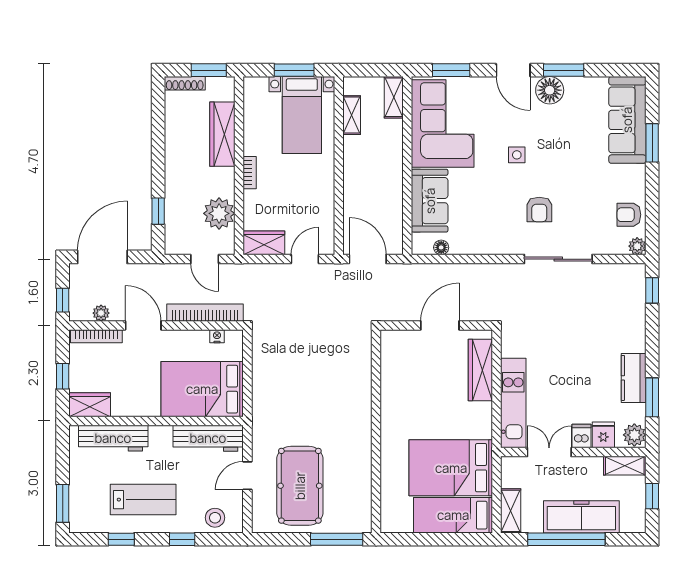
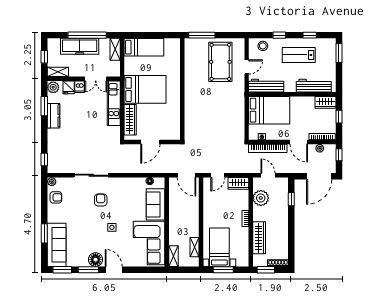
window: (451, 70) -> (62, 270), moved
bed: (451, 468) -> (145, 89), moved

